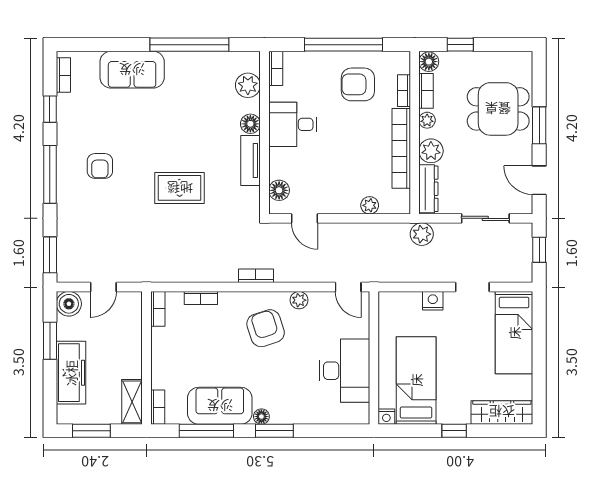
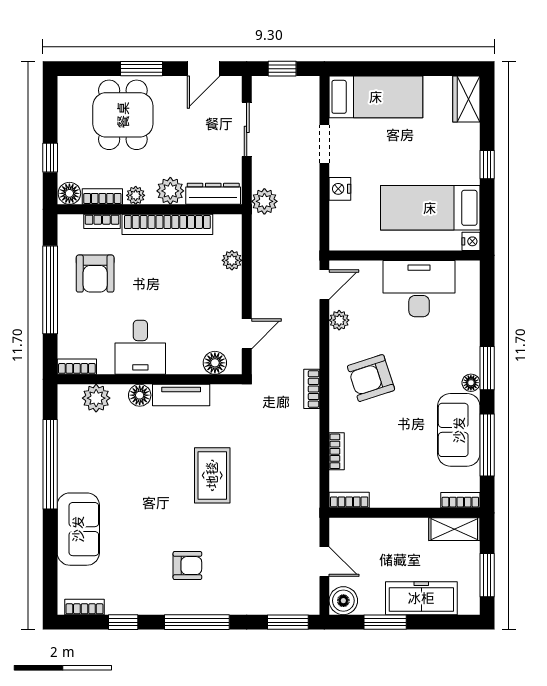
plant: (299, 300) -> (339, 320), moved
wardrobe: (502, 412) -> (466, 99), width x0.67

